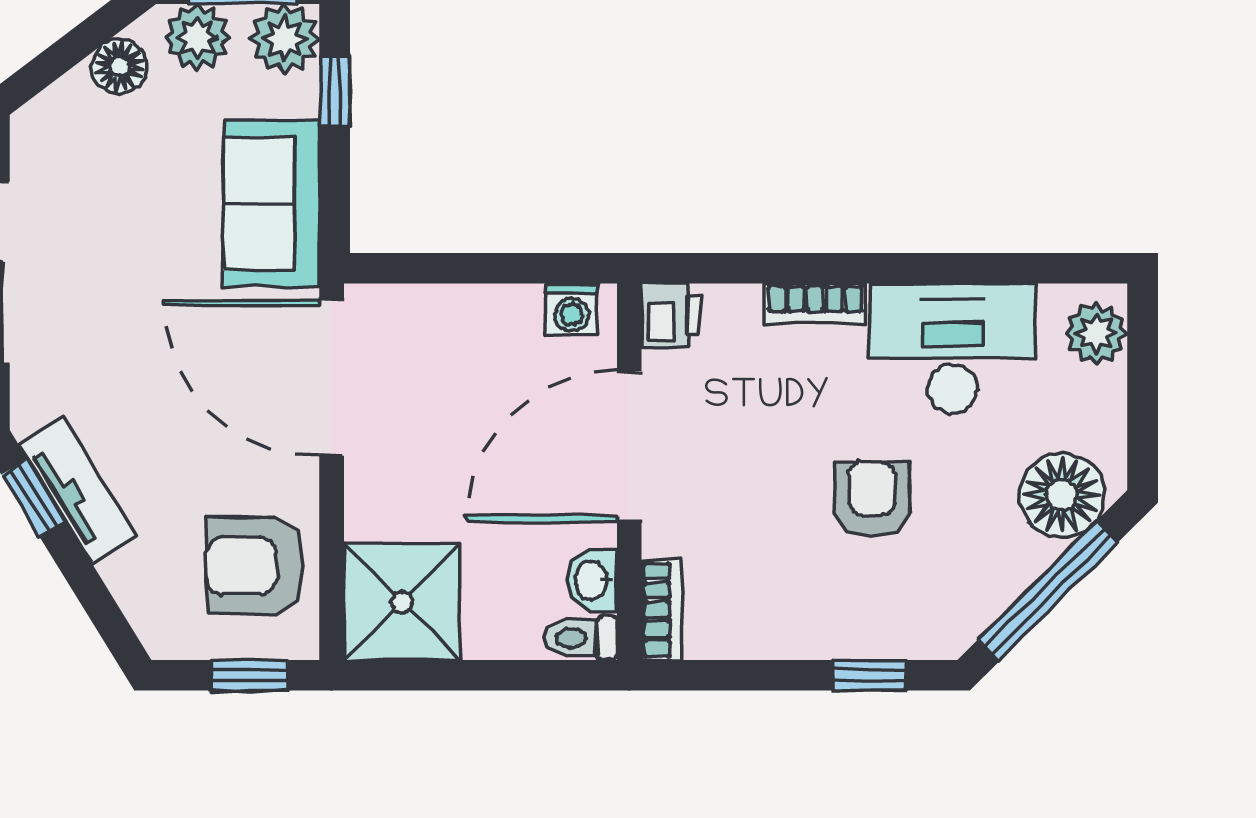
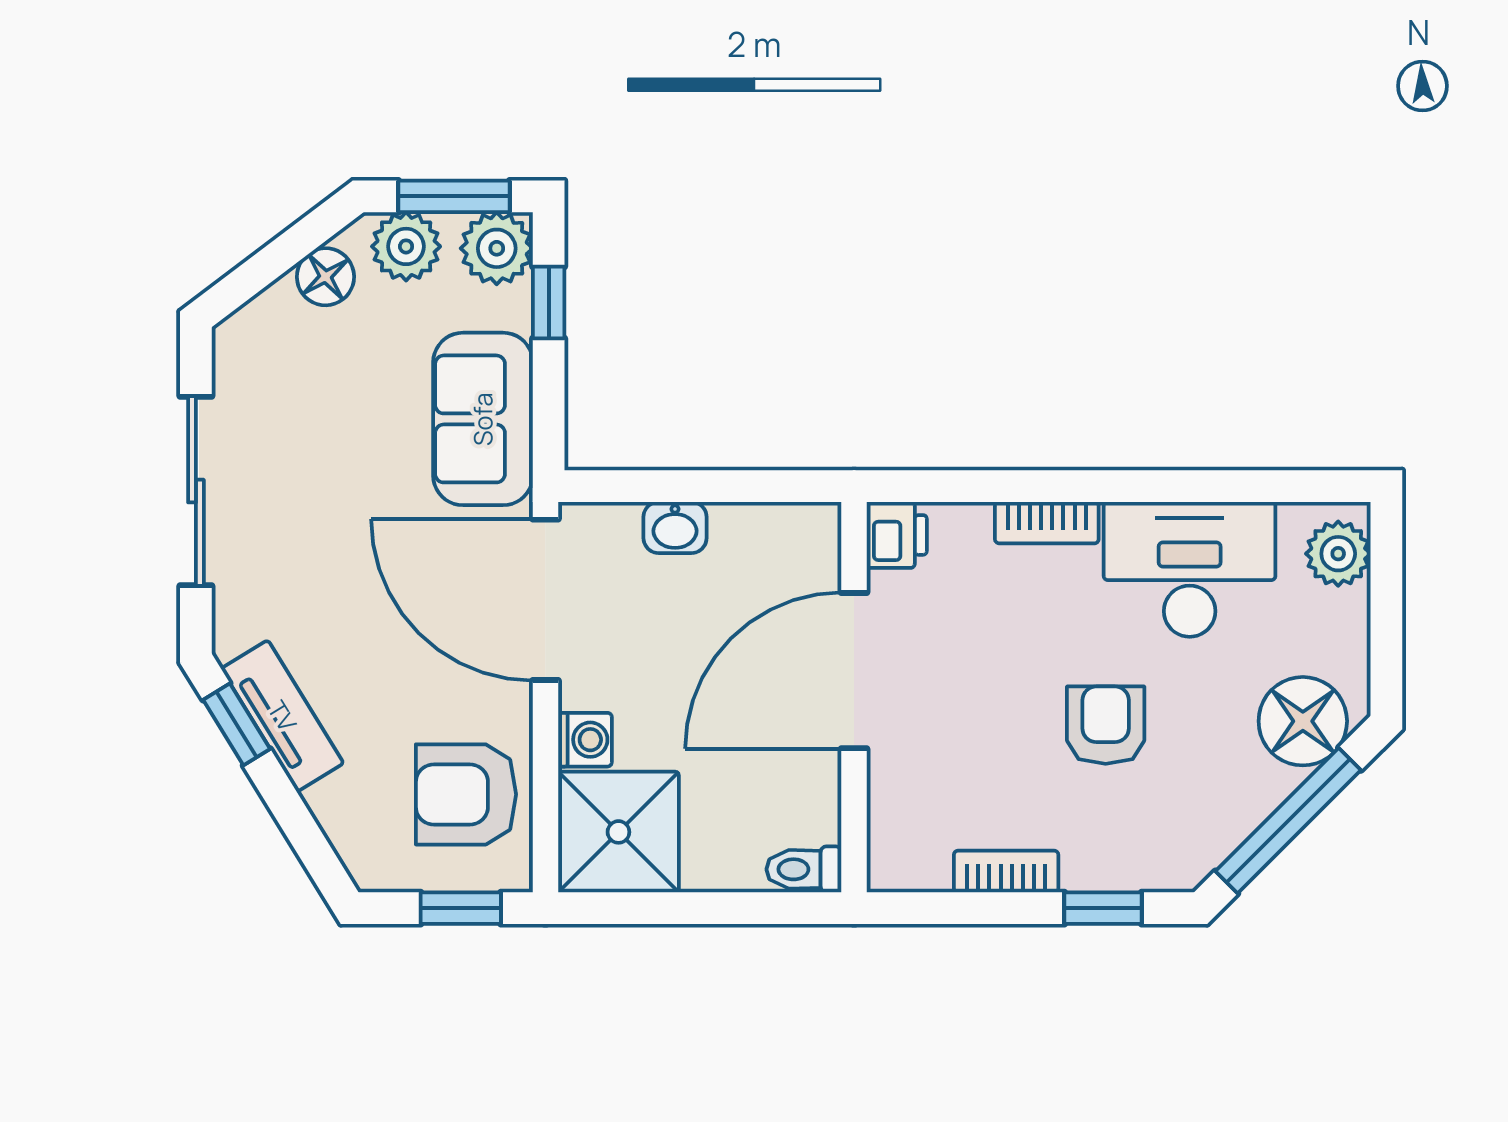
washing machine: (572, 309) -> (585, 740), moved, turned -90
washbasin: (592, 580) -> (675, 527), moved, turned -90
bookcase: (662, 610) -> (1006, 871), moved, turned -90

